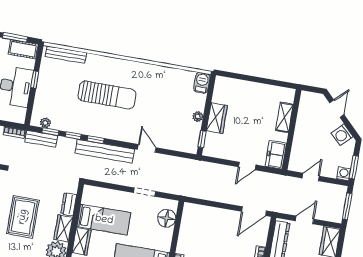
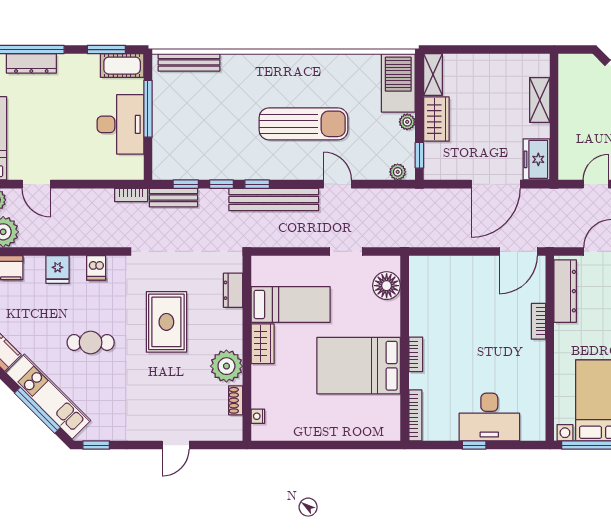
window: (35, 80) -> (148, 109), width x2.17
barbecue: (202, 83) -> (398, 83), width x1.88, depth x1.53
shelving: (219, 89) -> (433, 74), added
sun lounger: (107, 95) -> (303, 124), moved
plant: (45, 123) -> (398, 172), moved
door: (247, 166) -> (496, 184), width x1.87
wardrobe: (63, 228) -> (231, 329), removed

